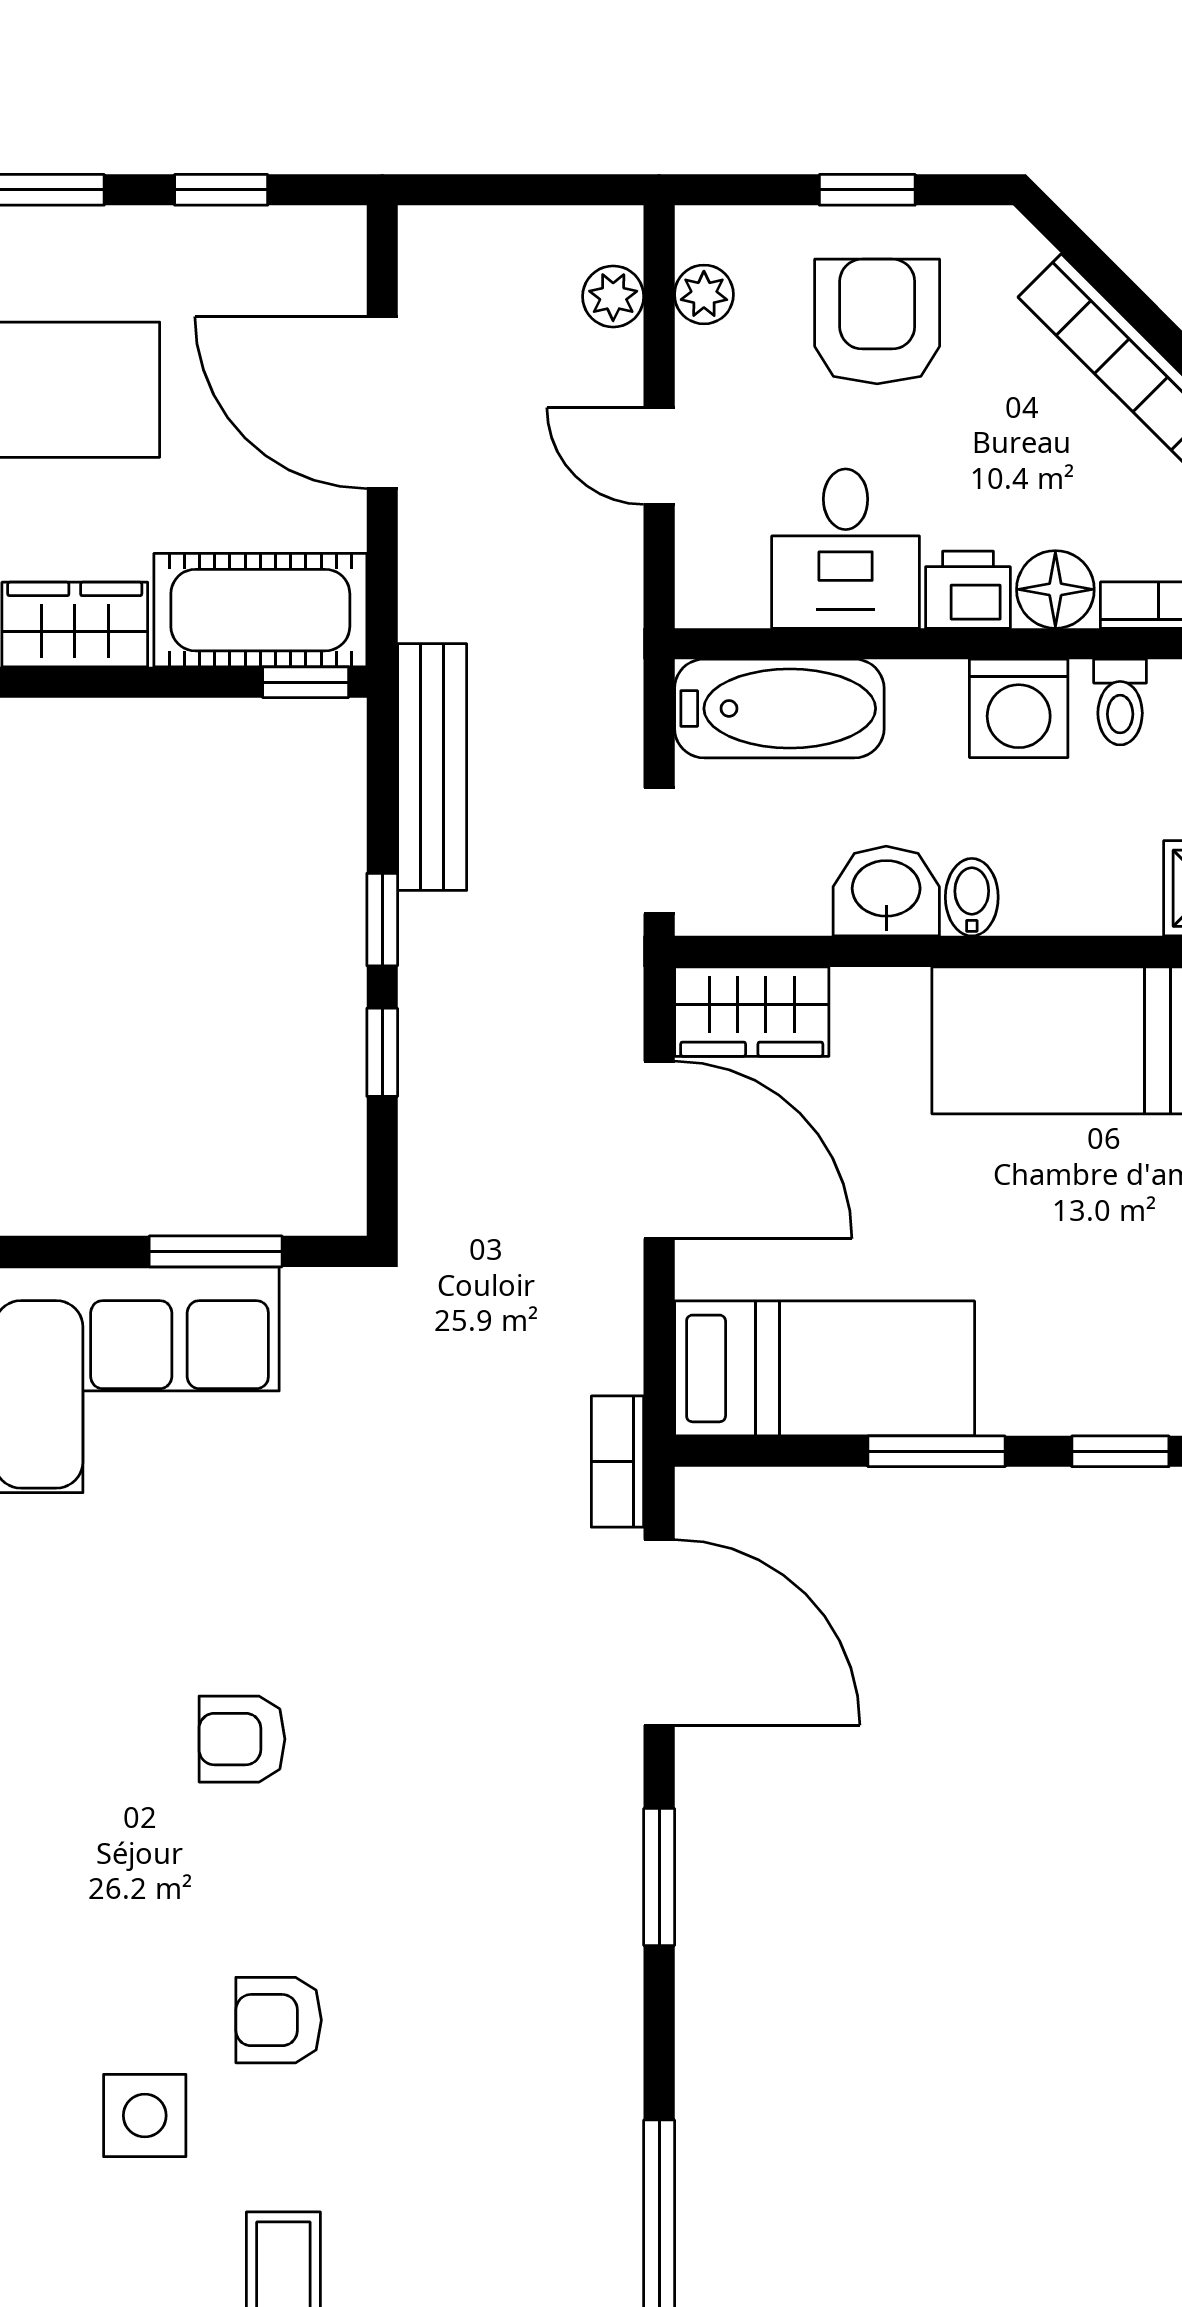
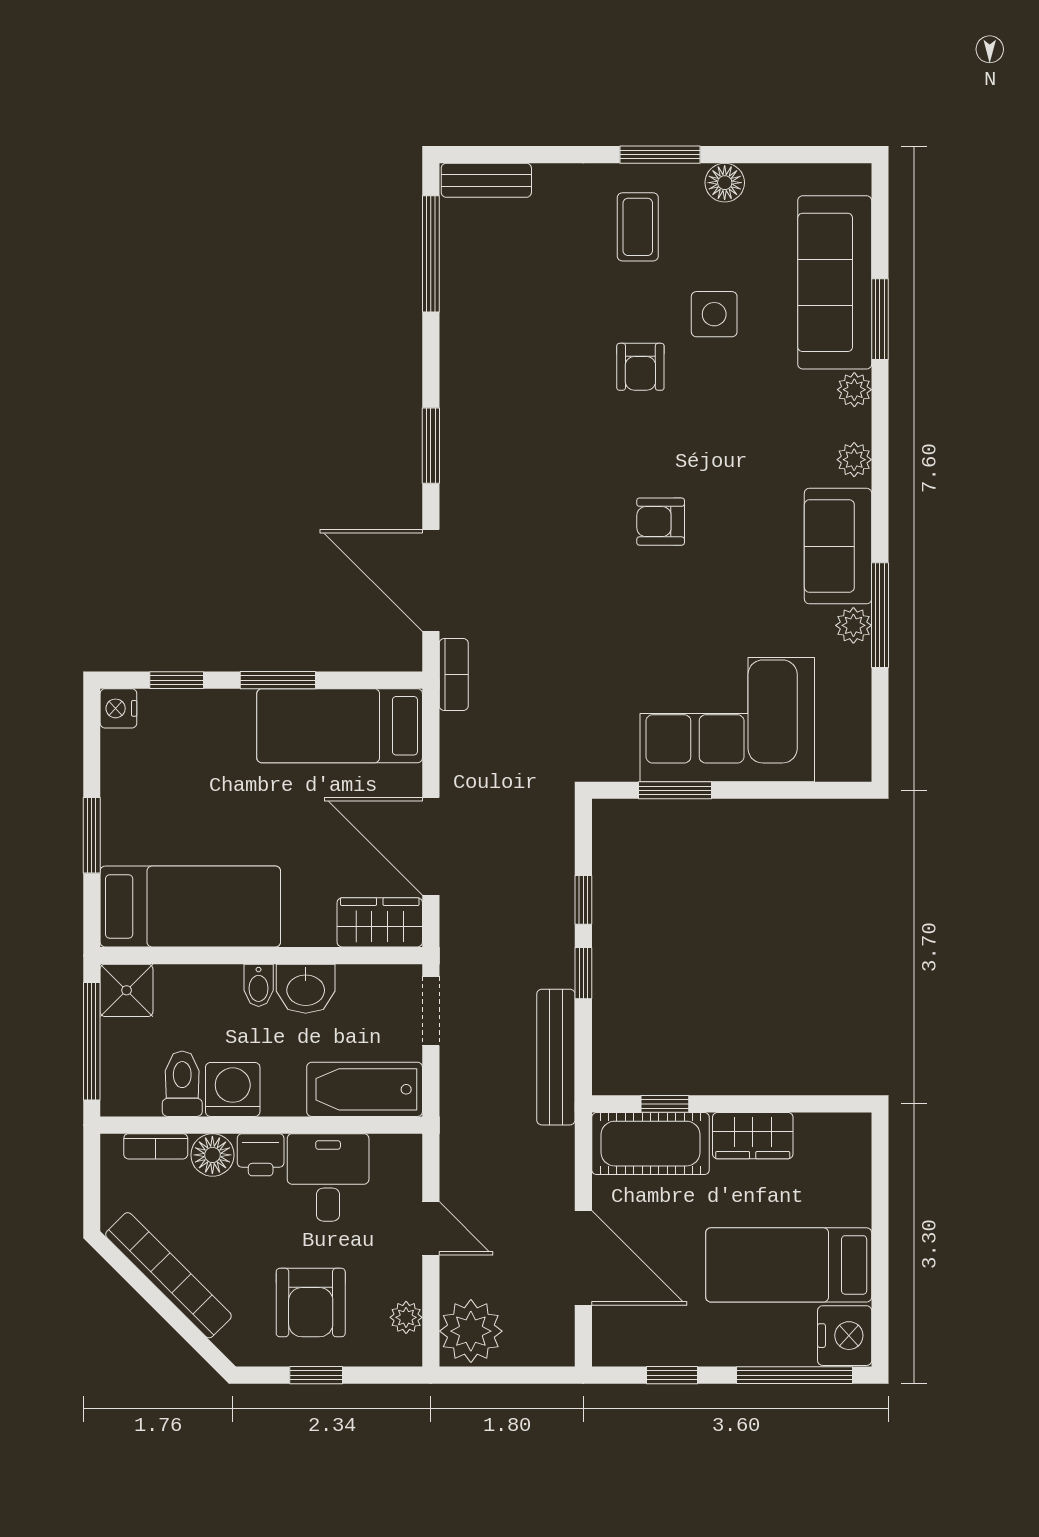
plant: (613, 296) -> (471, 1331), width x1.88, depth x1.88
window: (306, 682) -> (665, 1104), moved
toilet: (1120, 702) -> (182, 1084), width x1.37, depth x1.39
armchair: (242, 1739) -> (661, 522), turned 180
armchair: (279, 2020) -> (640, 367), turned 90

